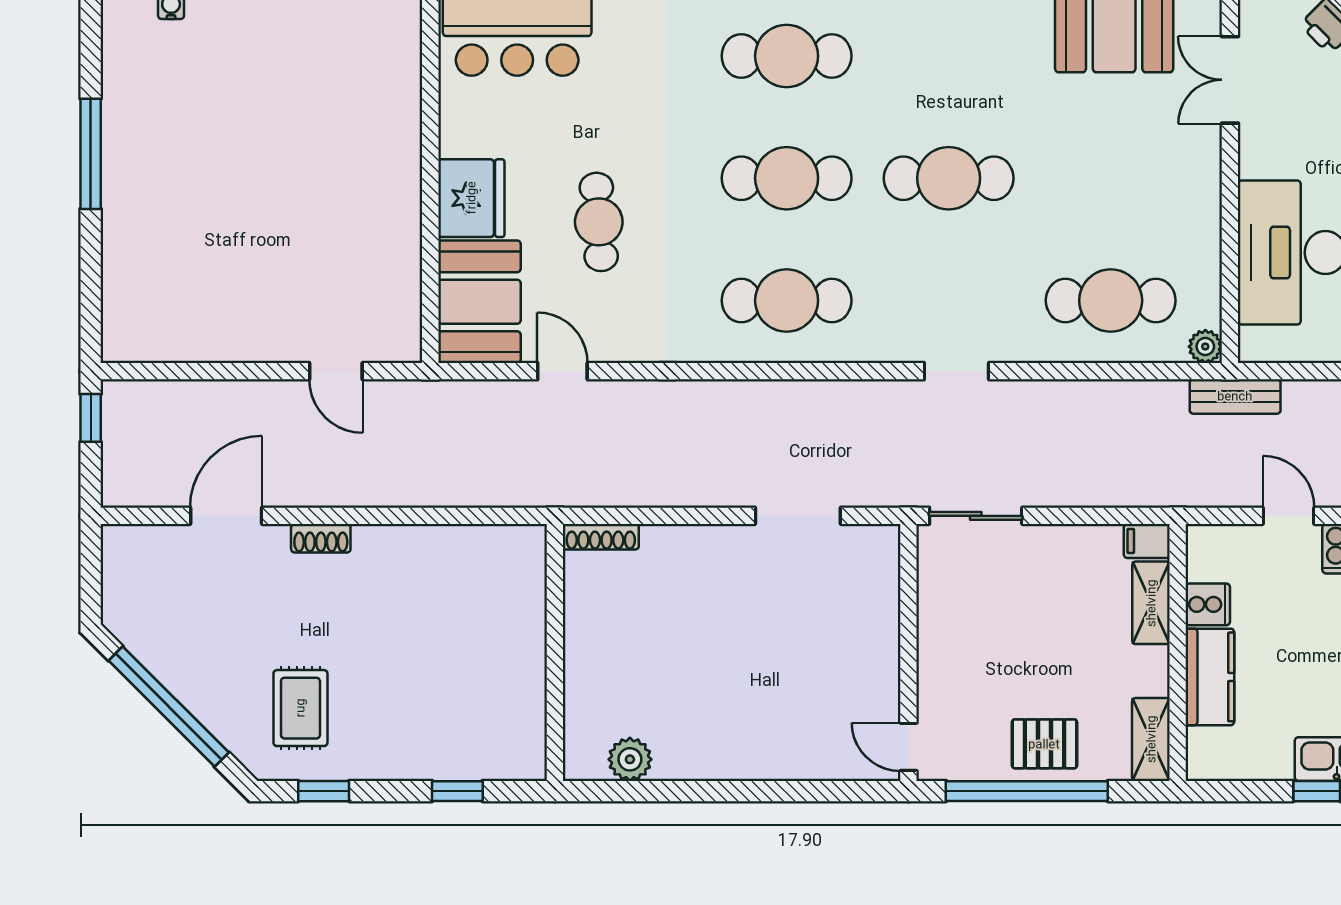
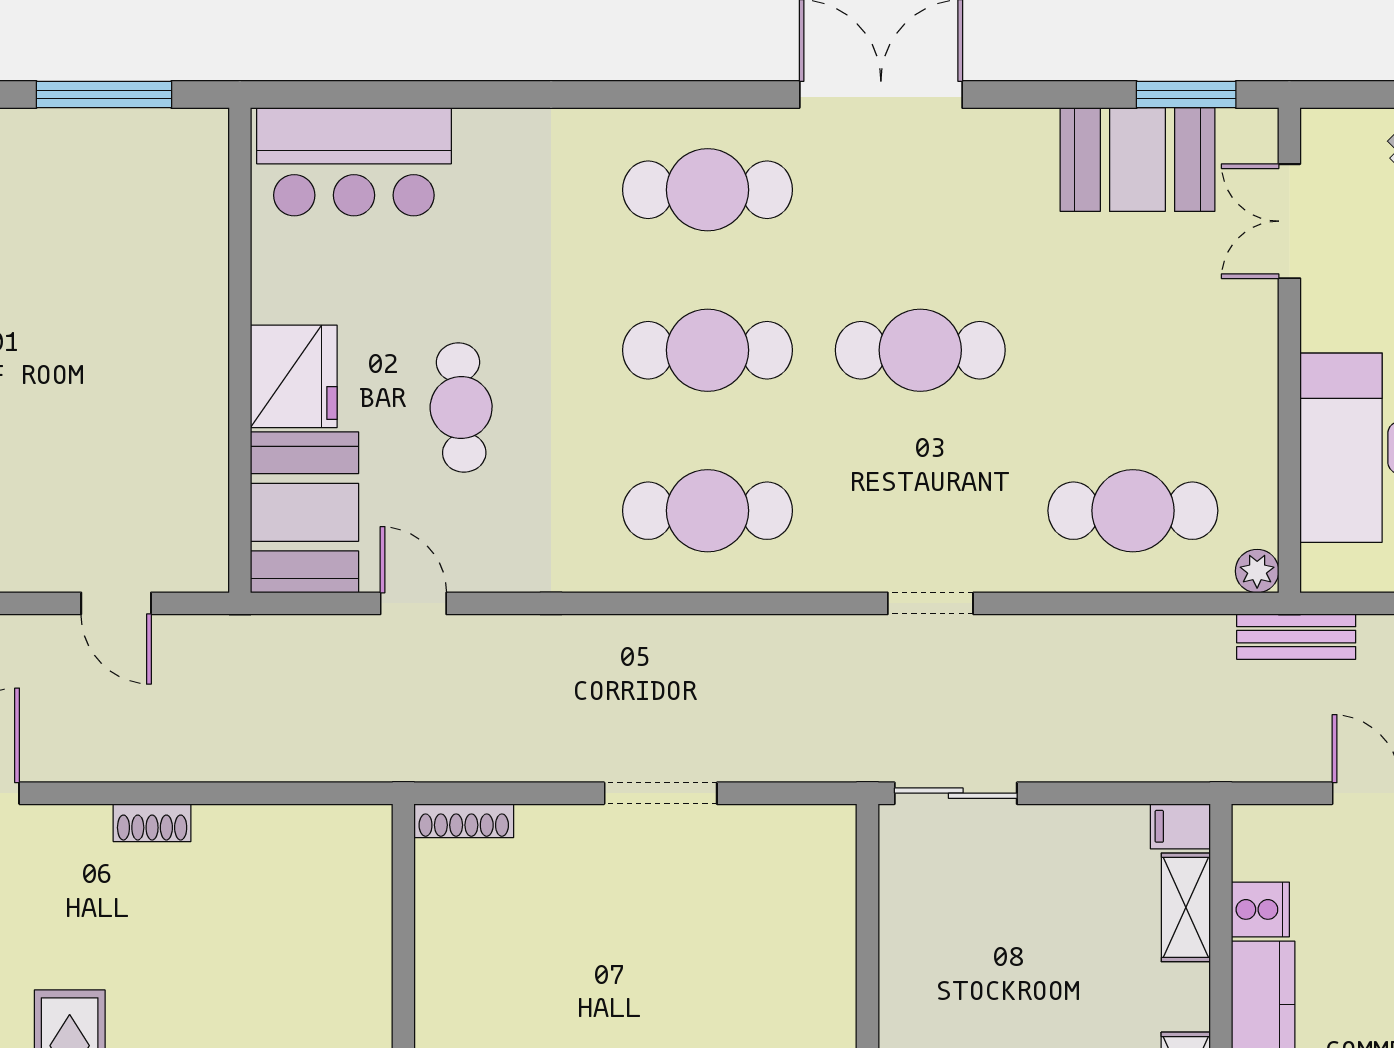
doorway: (798, 516) -> (661, 793), moved
shoe rack: (321, 538) -> (152, 823), moved

